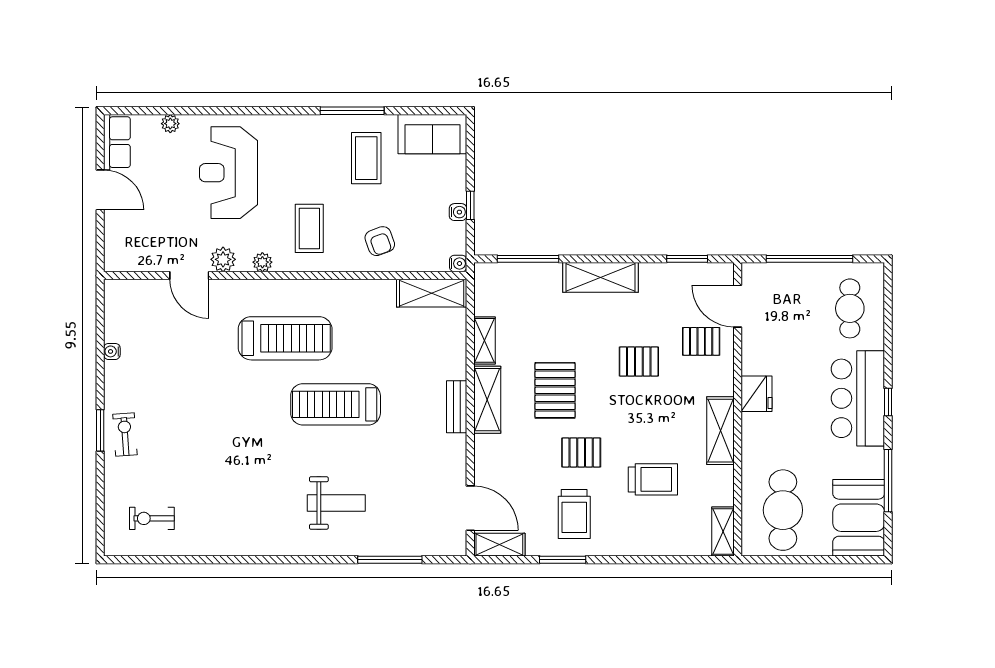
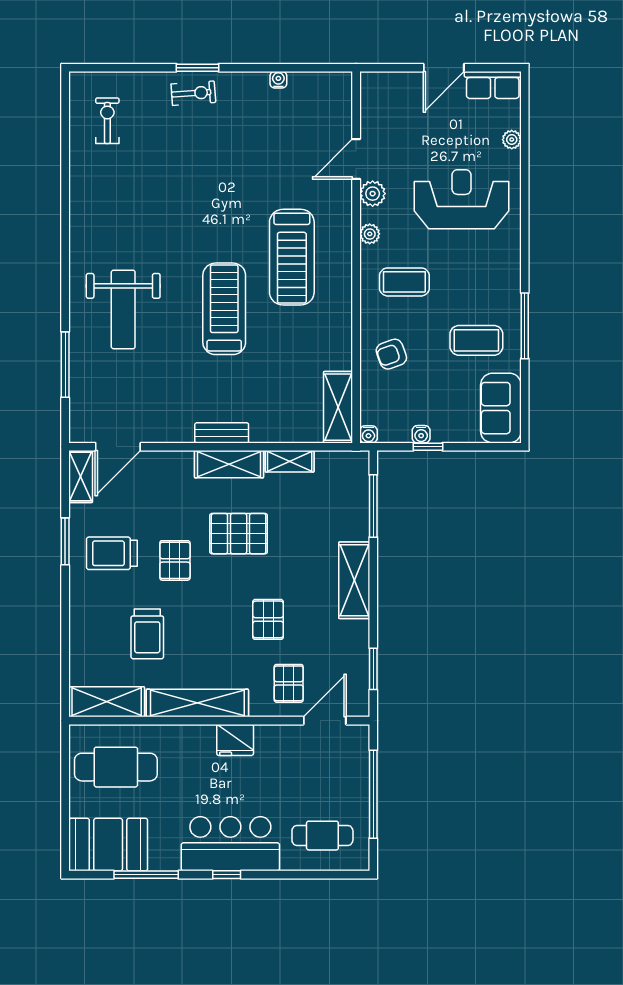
shelving: (720, 431) -> (197, 703), width x1.47
weight bench: (336, 503) -> (123, 309), width x1.36, depth x1.33
shelving: (723, 531) -> (107, 702), width x1.50, depth x1.33

